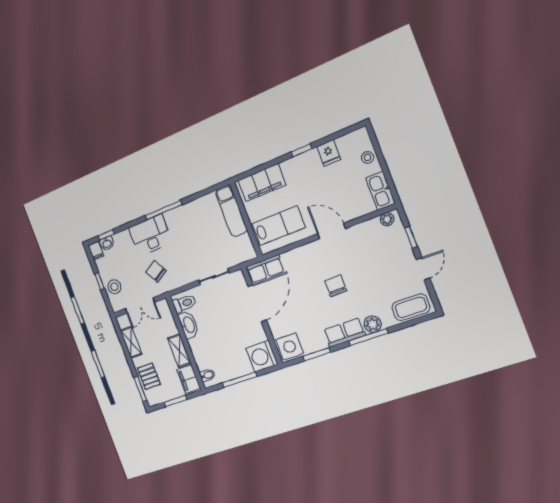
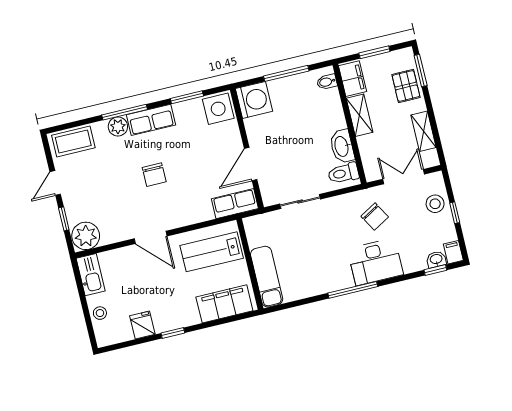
plant: (387, 219) -> (86, 236), width x1.88, depth x1.88
door: (257, 303) -> (251, 164), width x0.73

